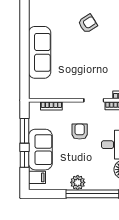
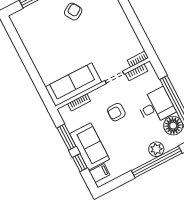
sofa: (40, 52) -> (73, 85), moved, turned -90
armchair: (80, 132) -> (116, 112), turned -90
plant: (78, 182) -> (156, 149), moved

